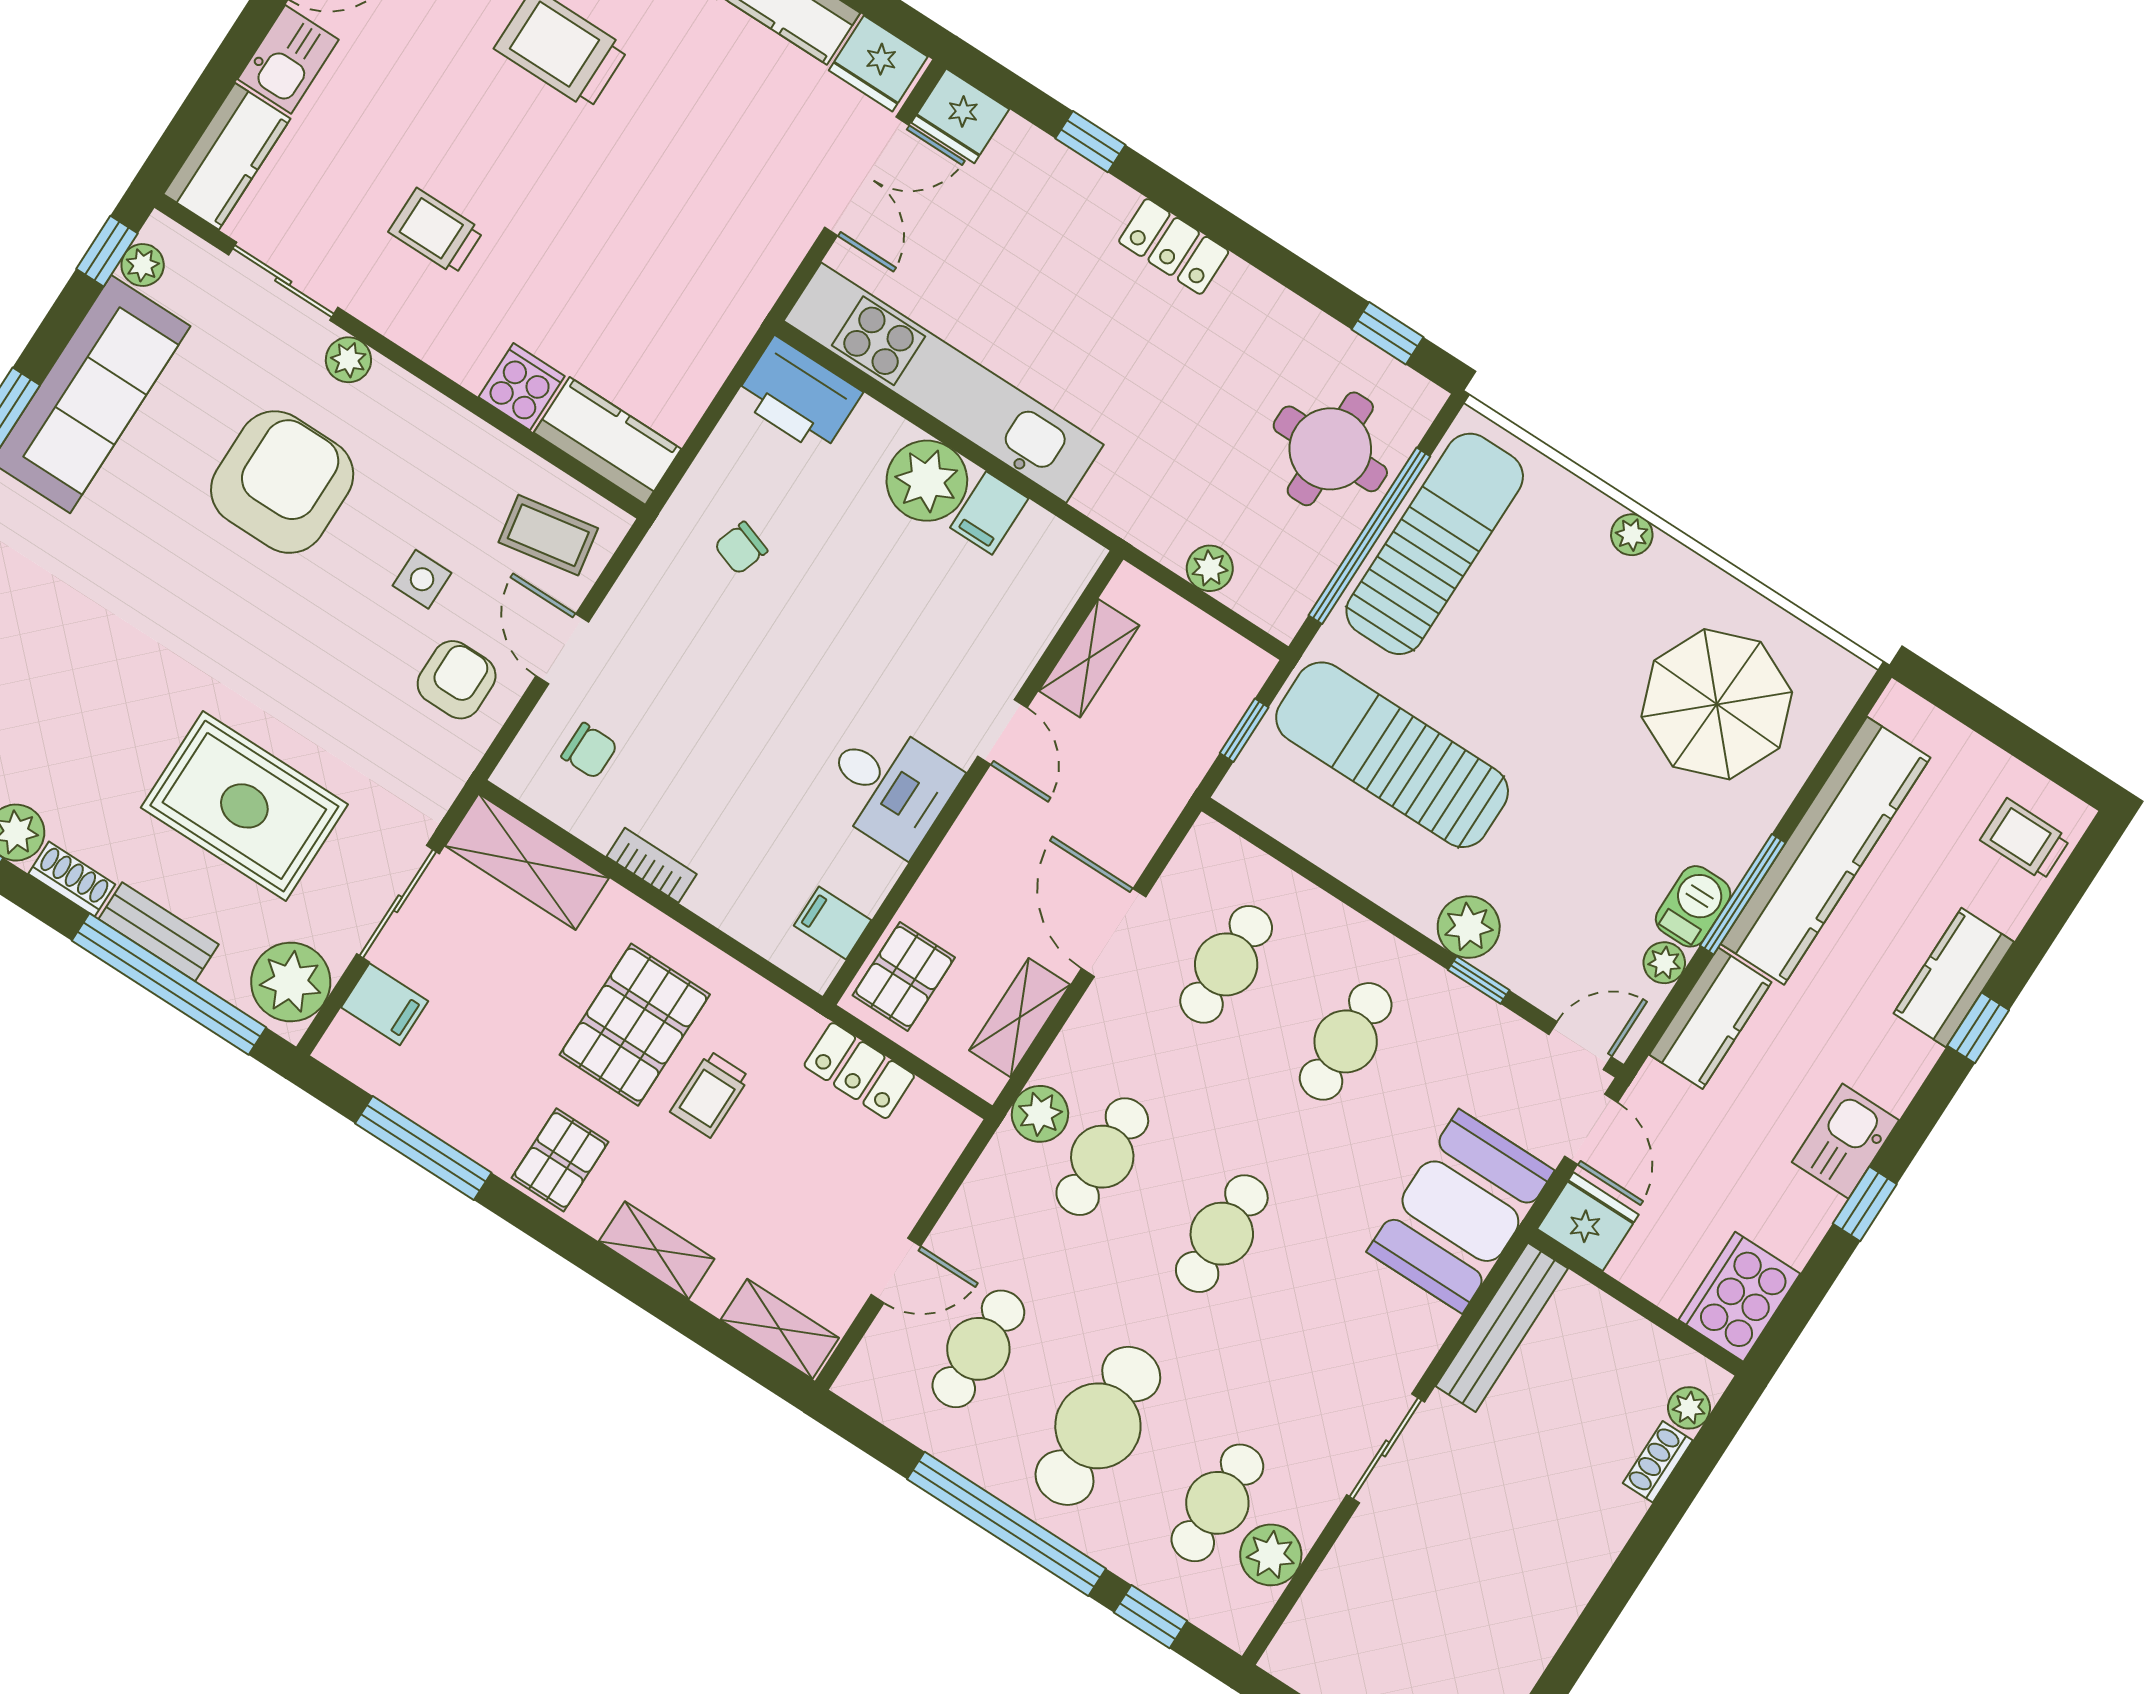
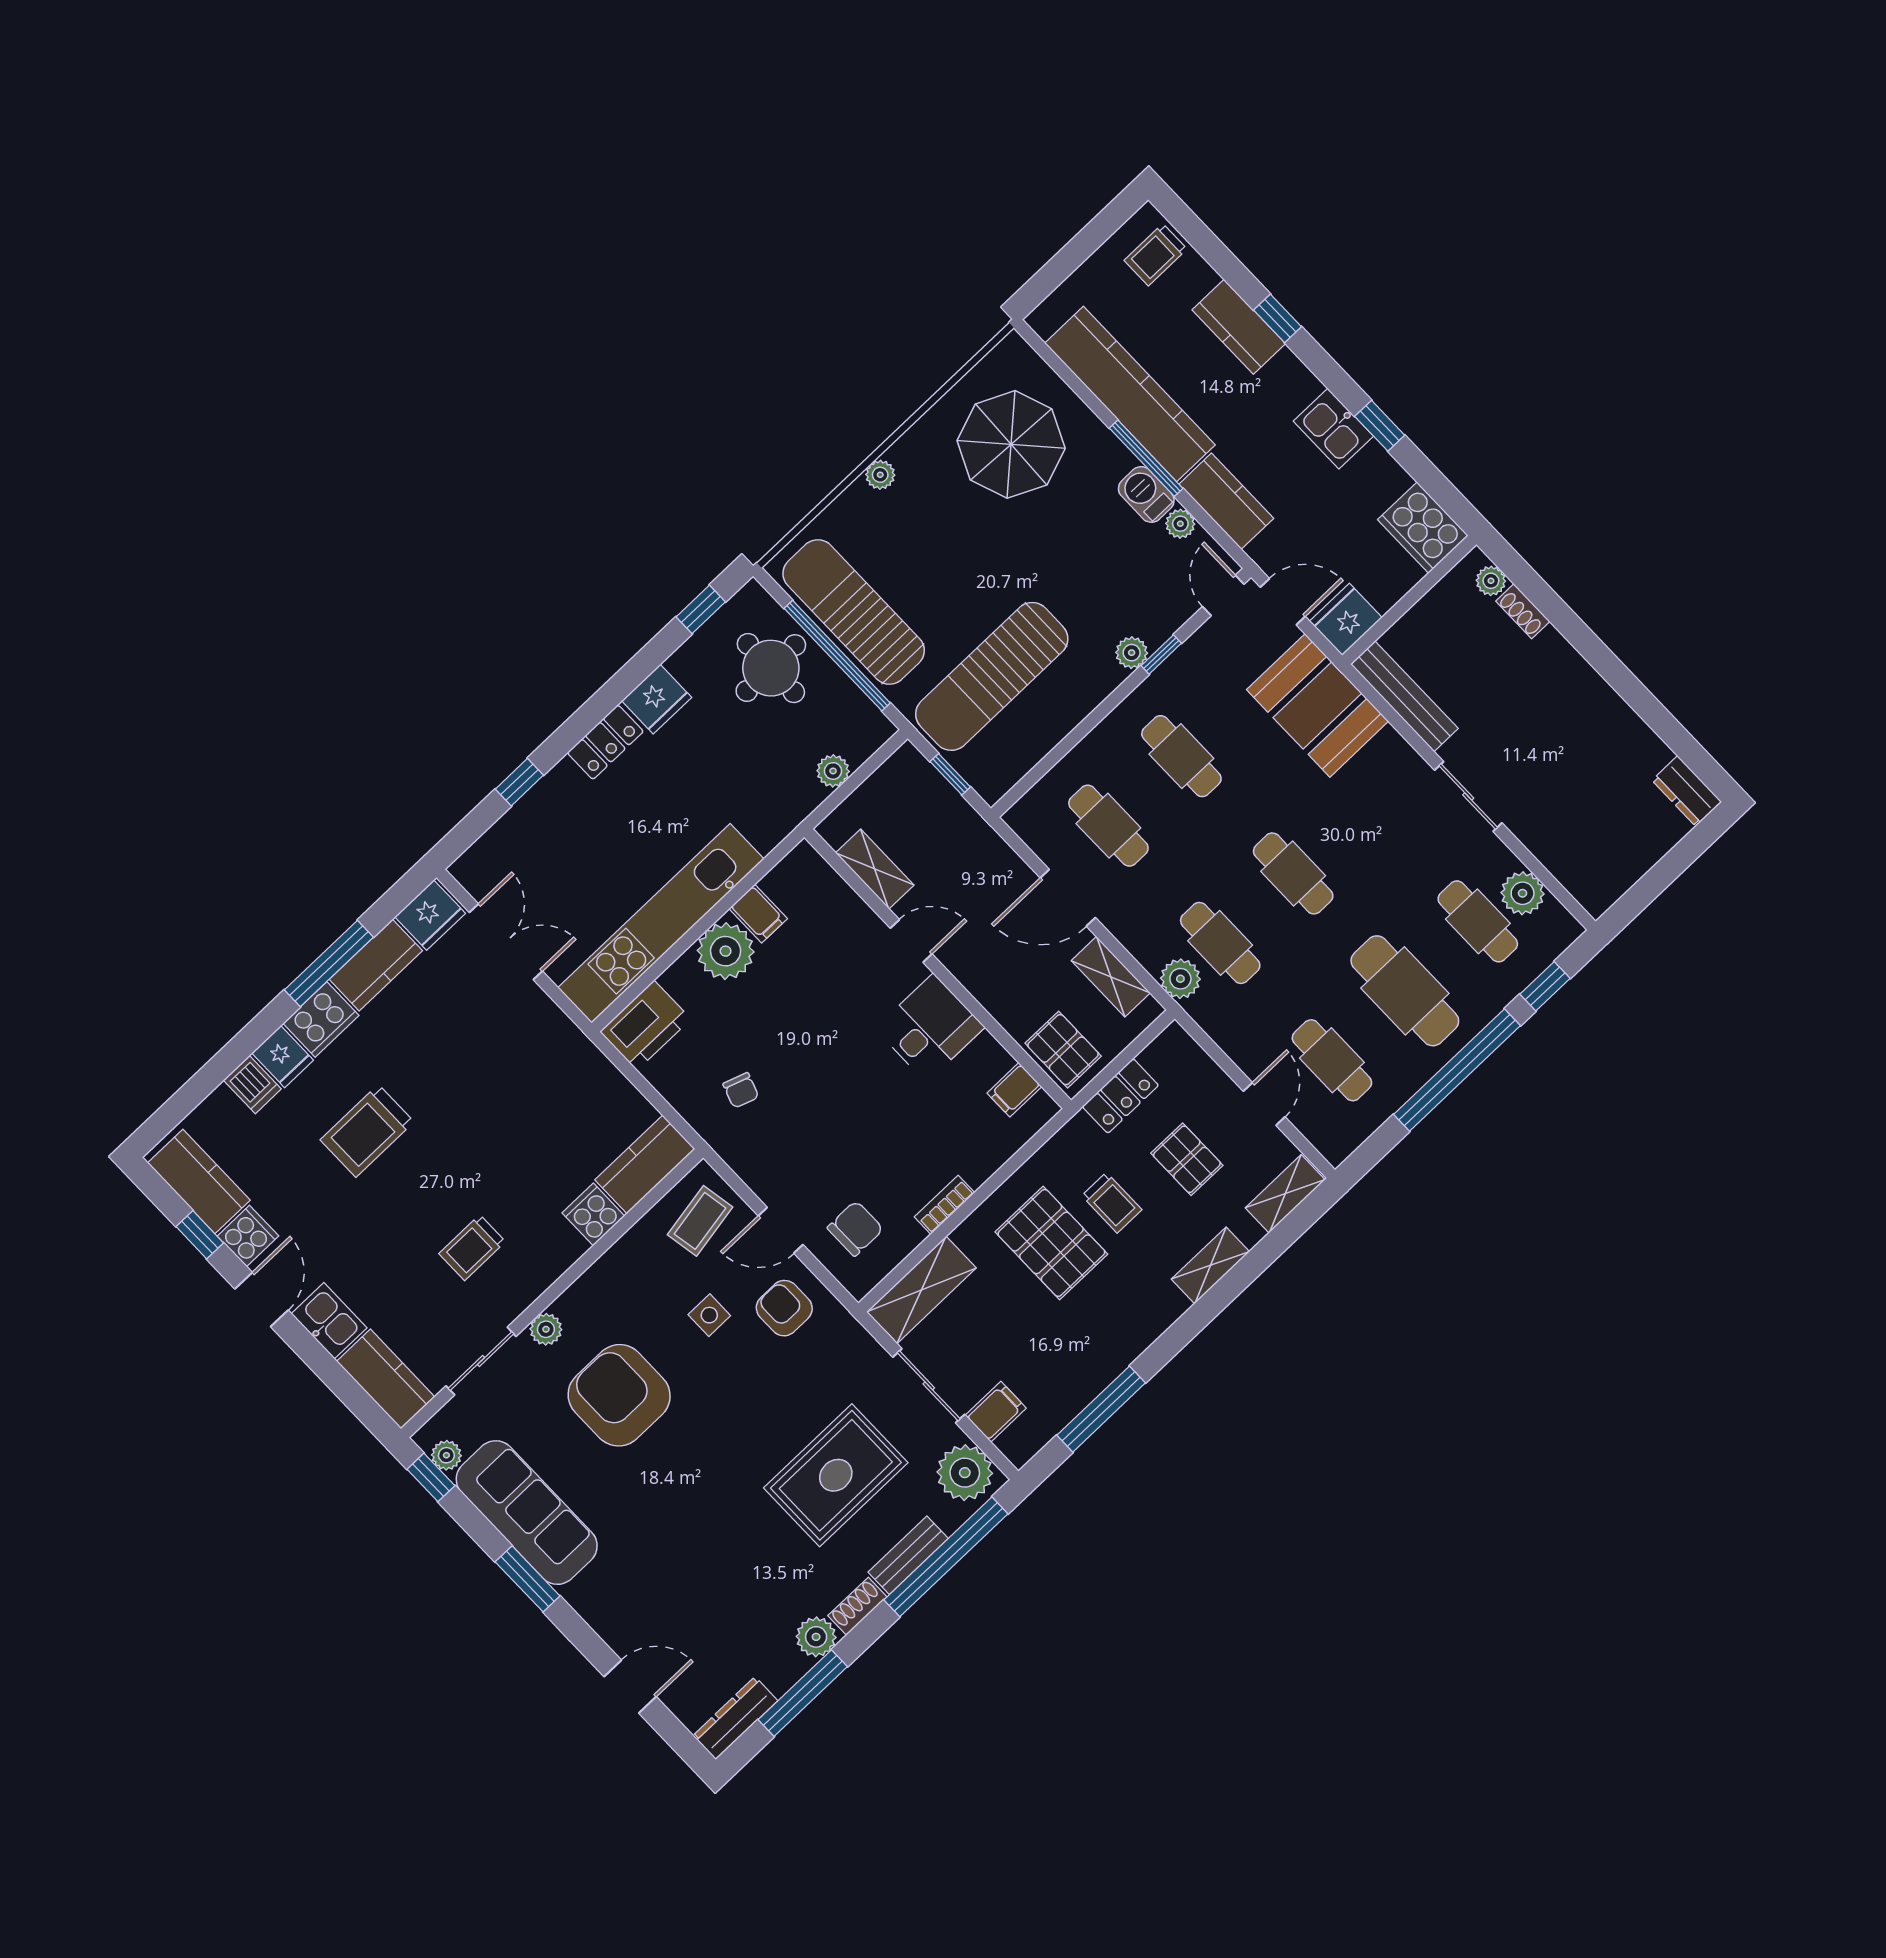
fridge: (960, 116) -> (657, 699), moved
chair: (589, 751) -> (855, 1228), width x1.37, depth x1.37
plant: (1469, 927) -> (1132, 653), width x0.73, depth x0.73
pallet: (560, 1160) -> (1187, 1159), moved

